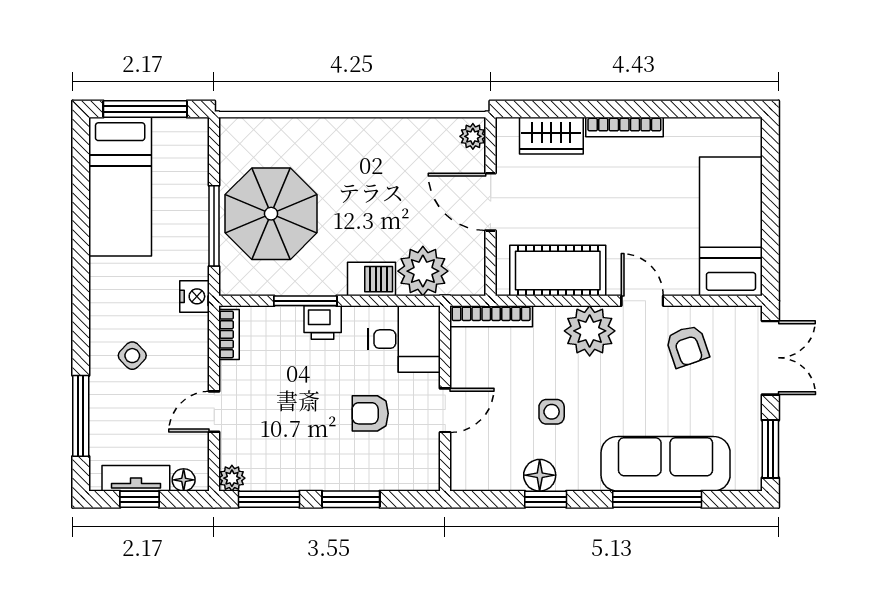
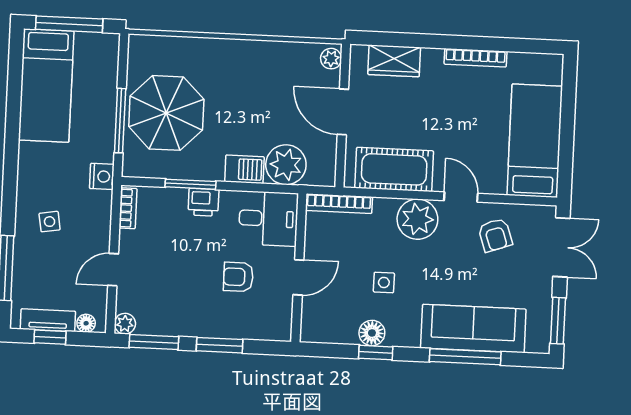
bookcase: (624, 127) -> (475, 58), moved
side table: (132, 356) -> (50, 222), turned 36

